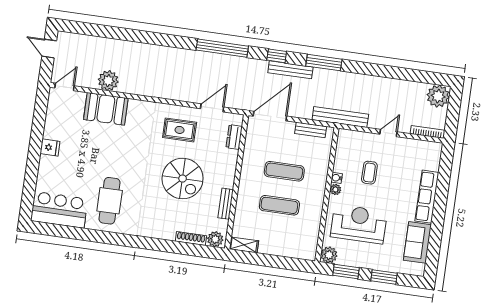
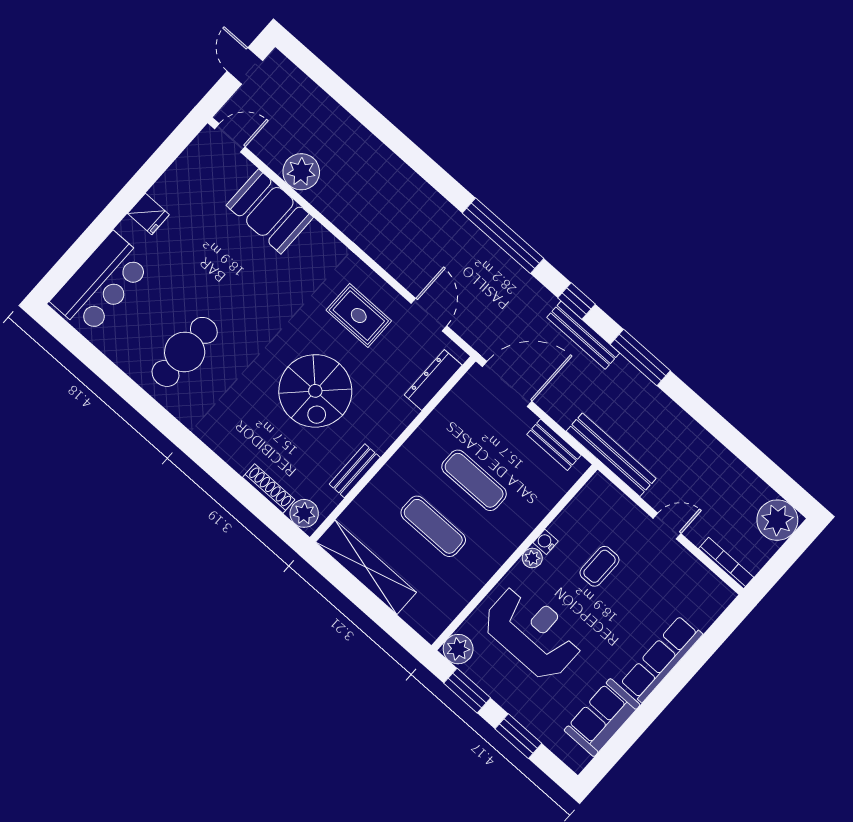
door: (212, 108) -> (429, 315), hinge flipped
dresser: (234, 137) -> (433, 380), width x1.44
bar counter: (59, 210) -> (101, 283), moved, turned 90
shelving: (244, 245) -> (366, 567), width x2.20, depth x1.33

